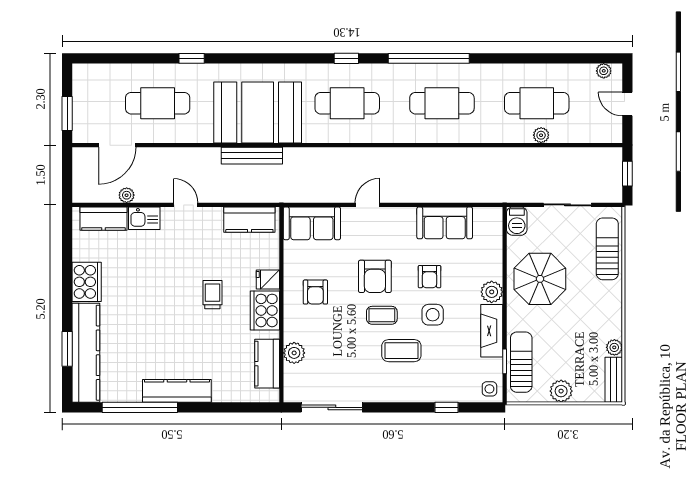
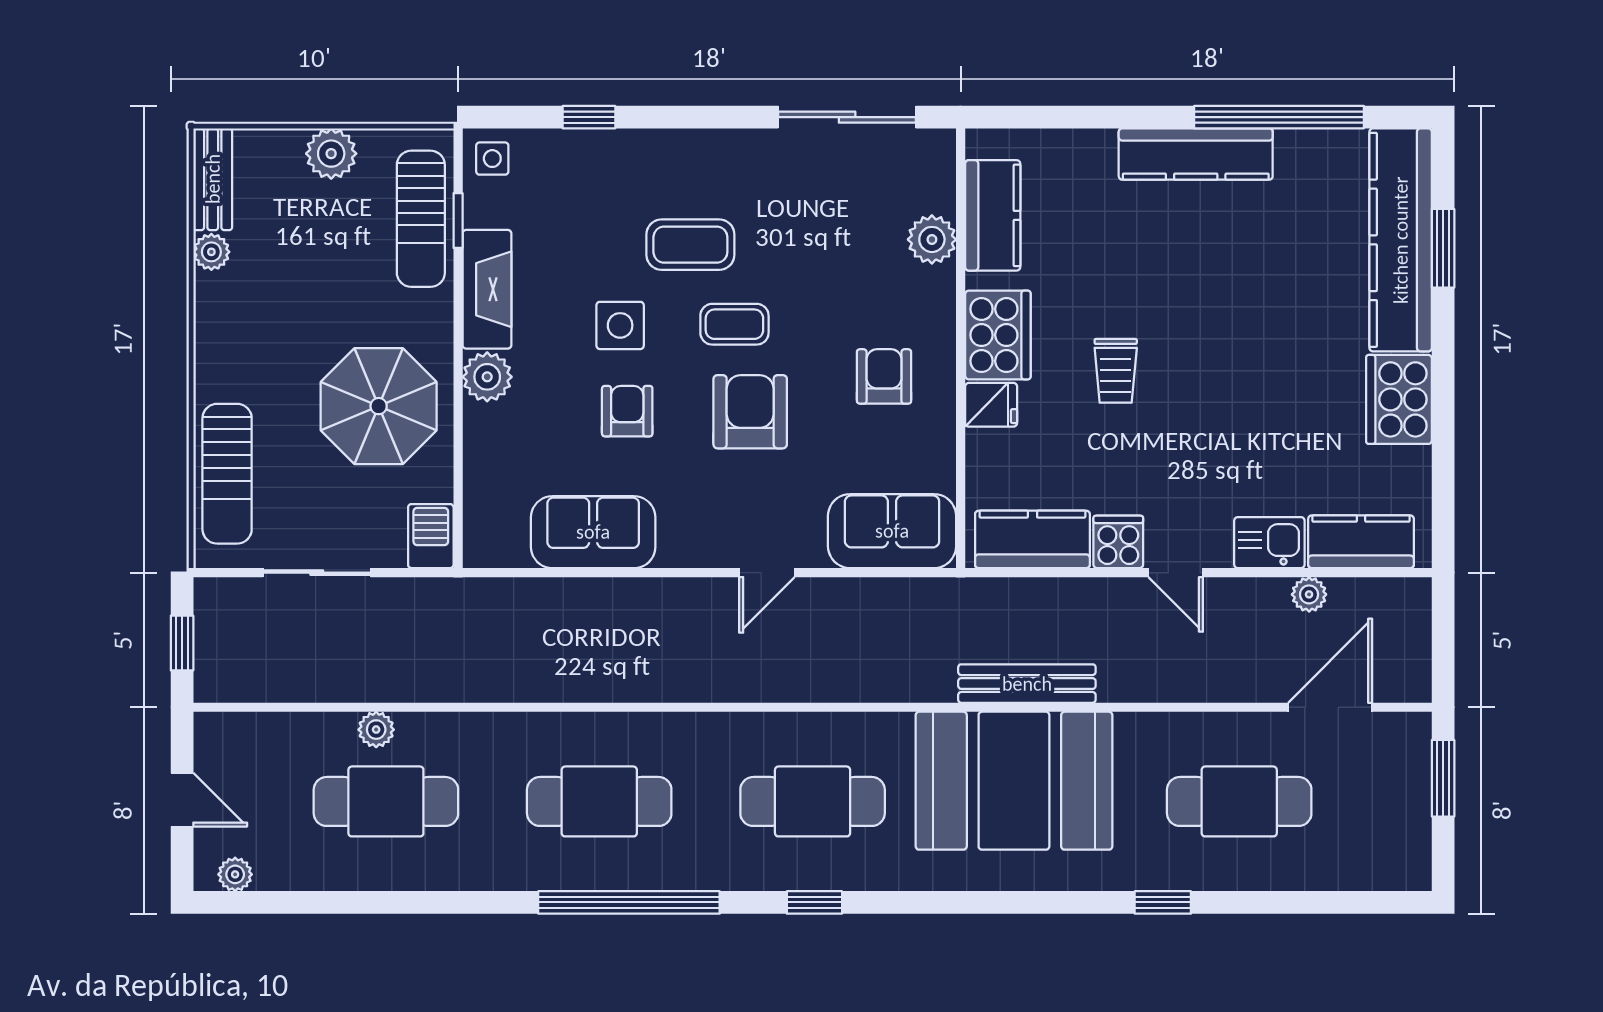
cooker: (211, 219) -> (1118, 542), added

